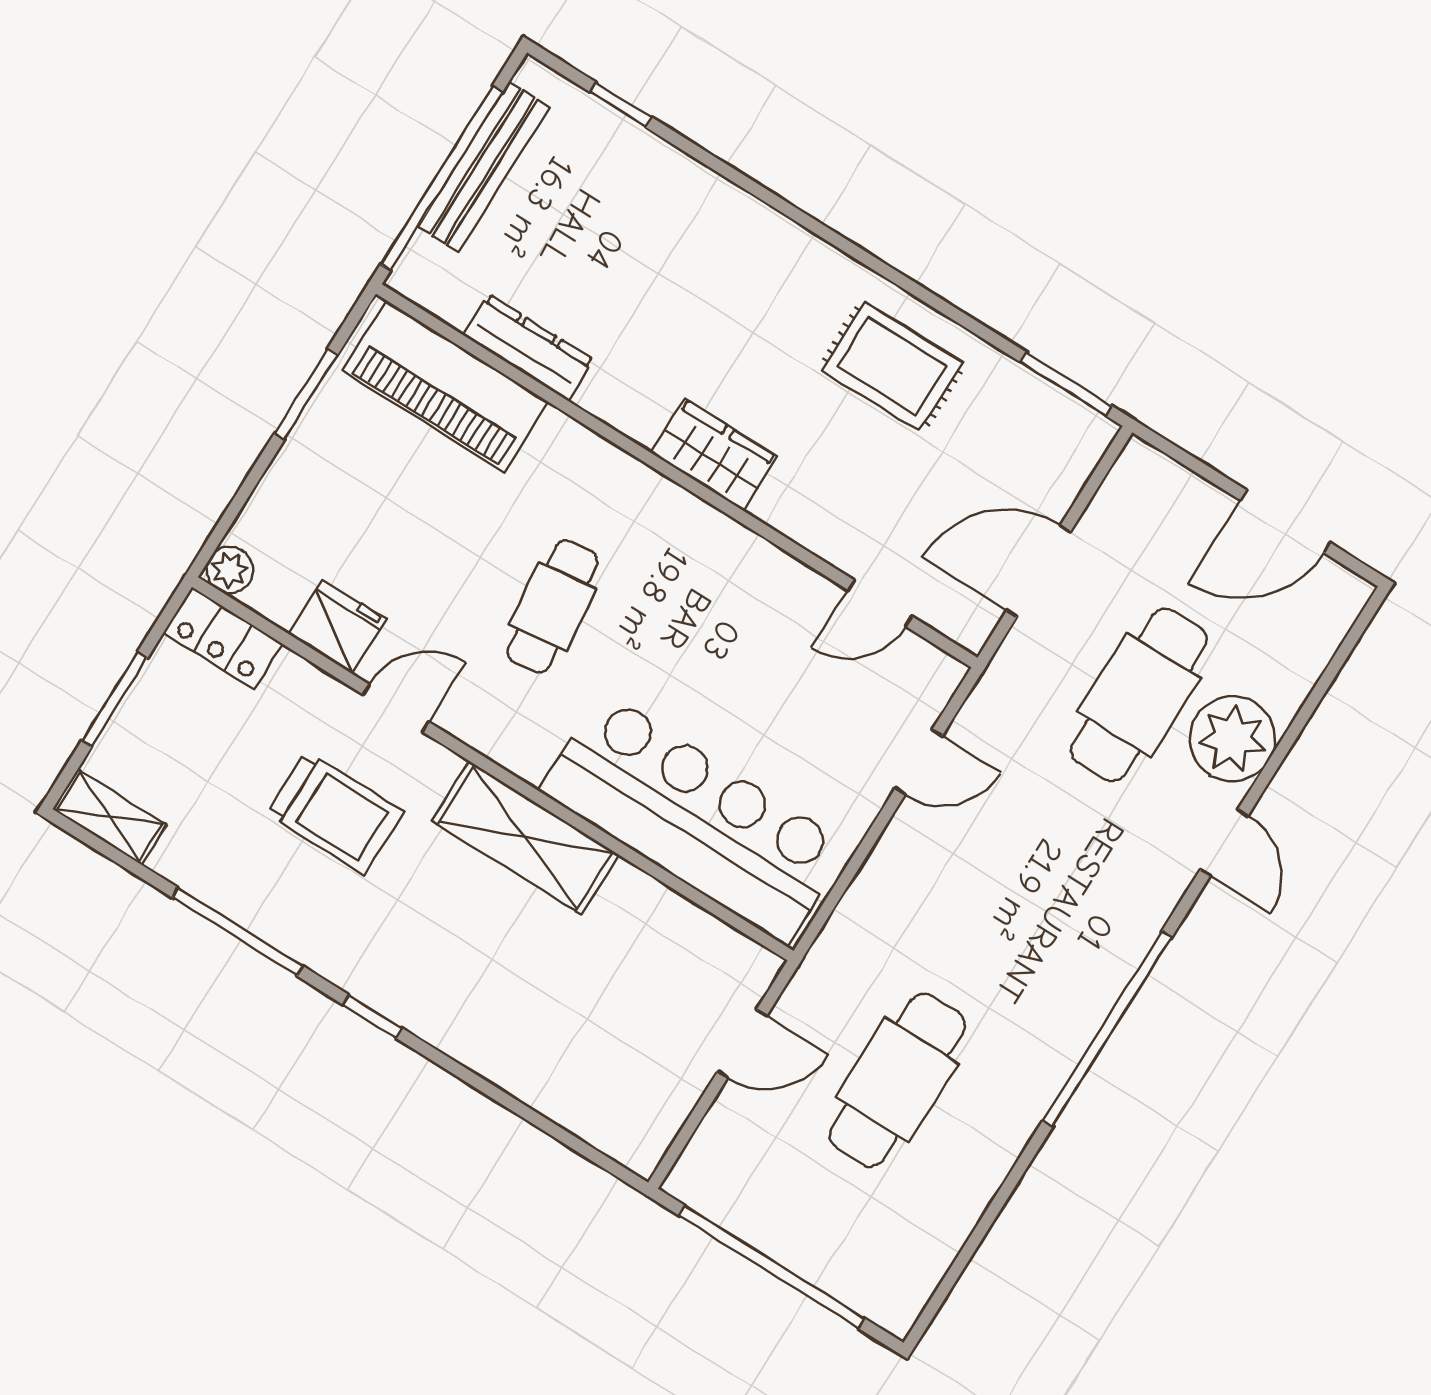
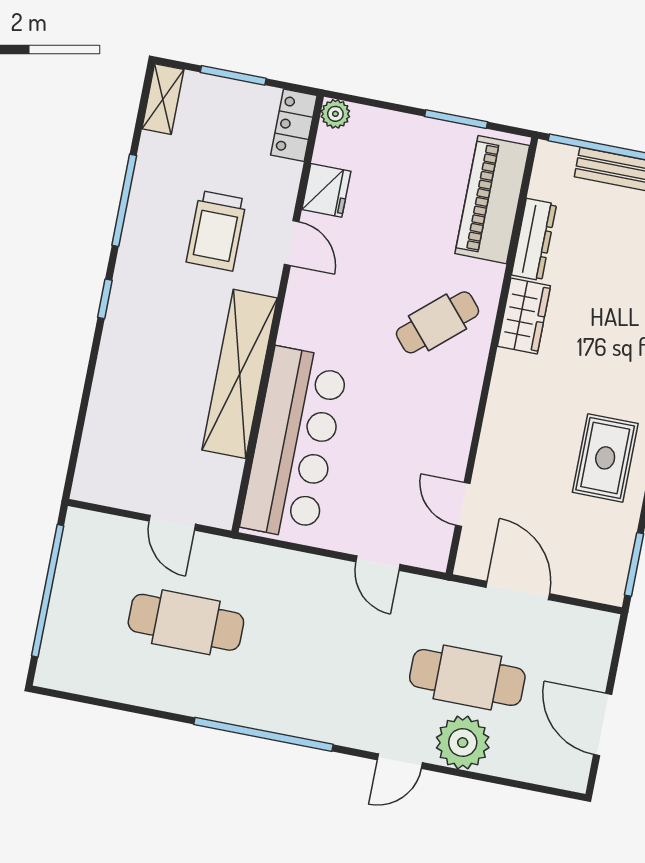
wardrobe: (714, 455) -> (524, 316), moved
cafe table: (553, 607) -> (438, 322), moved, turned -34
shelving: (525, 838) -> (240, 374), width x1.47

